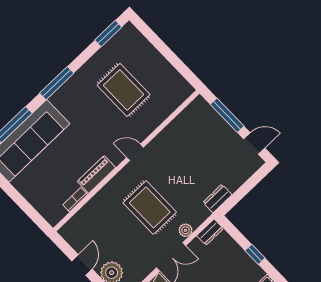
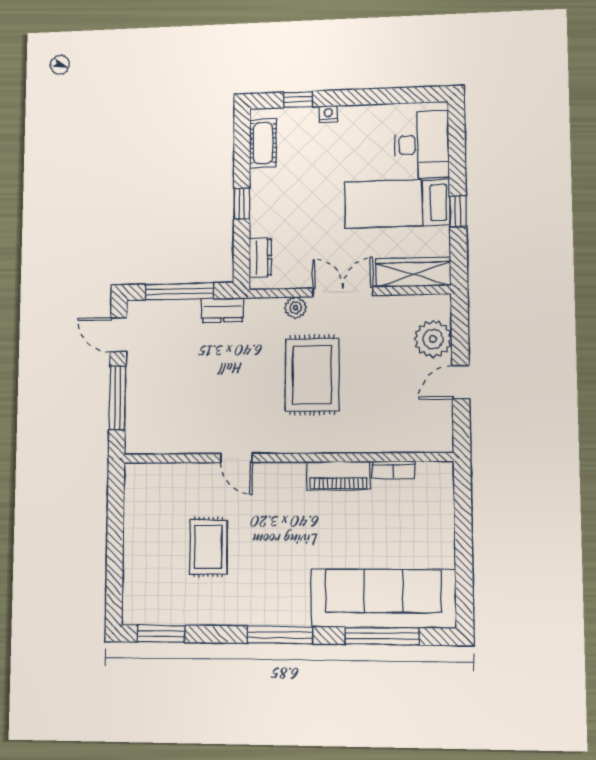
rug: (124, 90) -> (208, 547), width x0.73, depth x0.70
door: (135, 152) -> (236, 458), moved
window: (245, 189) -> (180, 291), added
dresser: (210, 232) -> (260, 257), moved, turned 90

